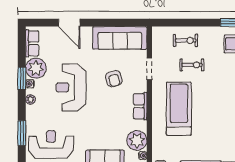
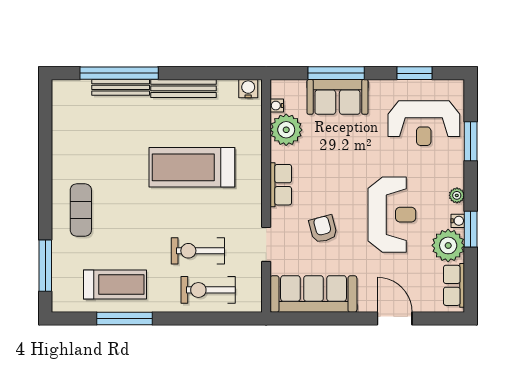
exercise bike: (186, 40) -> (208, 290), width x1.38, depth x1.39
exercise bike: (192, 65) -> (198, 251), width x1.38, depth x1.39
treadmill: (179, 109) -> (192, 167), moved, turned 90

